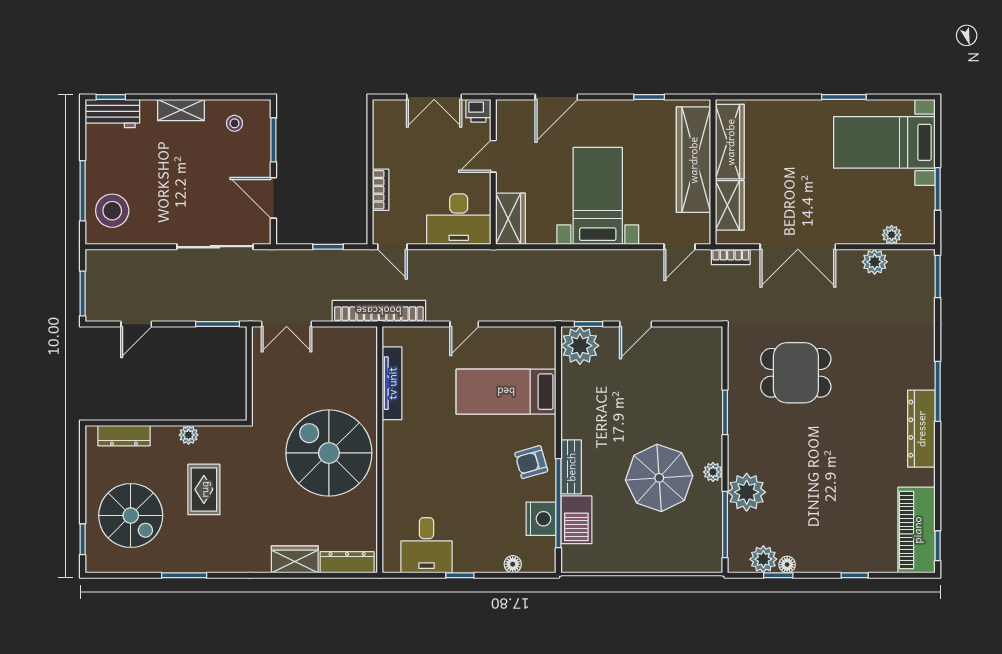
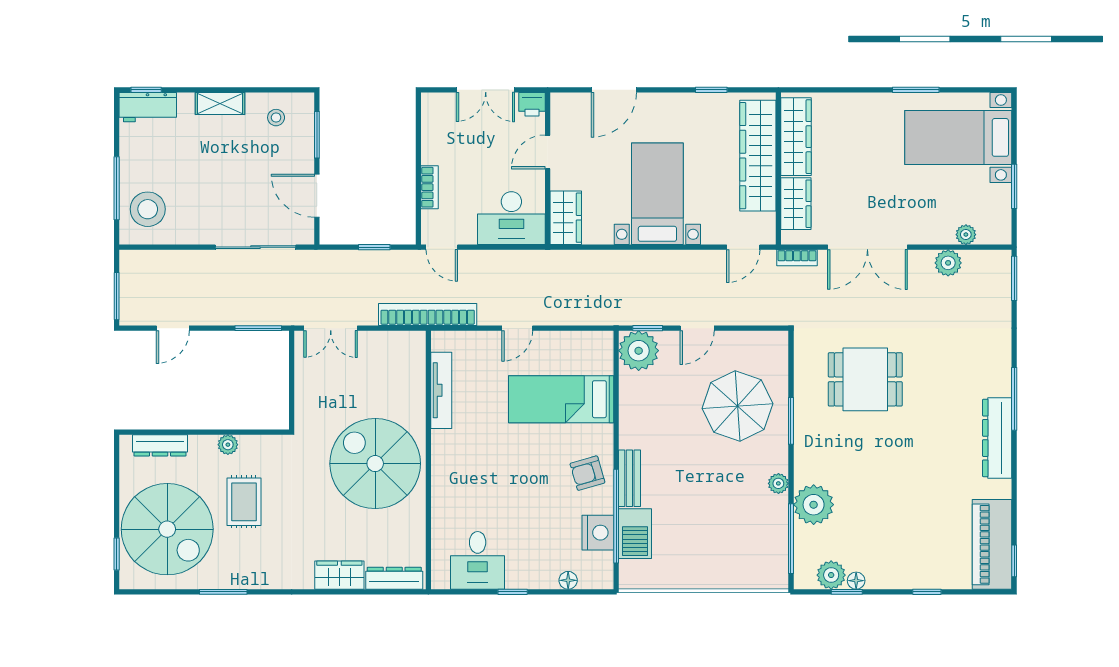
parasol: (659, 478) -> (737, 406), moved
spiral stairs: (131, 515) -> (167, 529), width x1.37, depth x1.37

